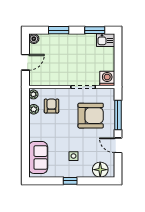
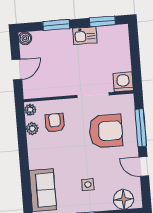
kitchen sink: (106, 40) -> (85, 36), moved

